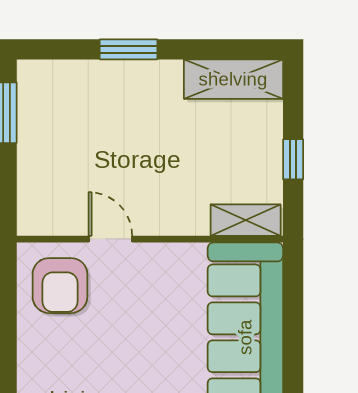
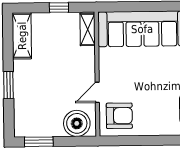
boiler: (45, 194) -> (77, 123), added

